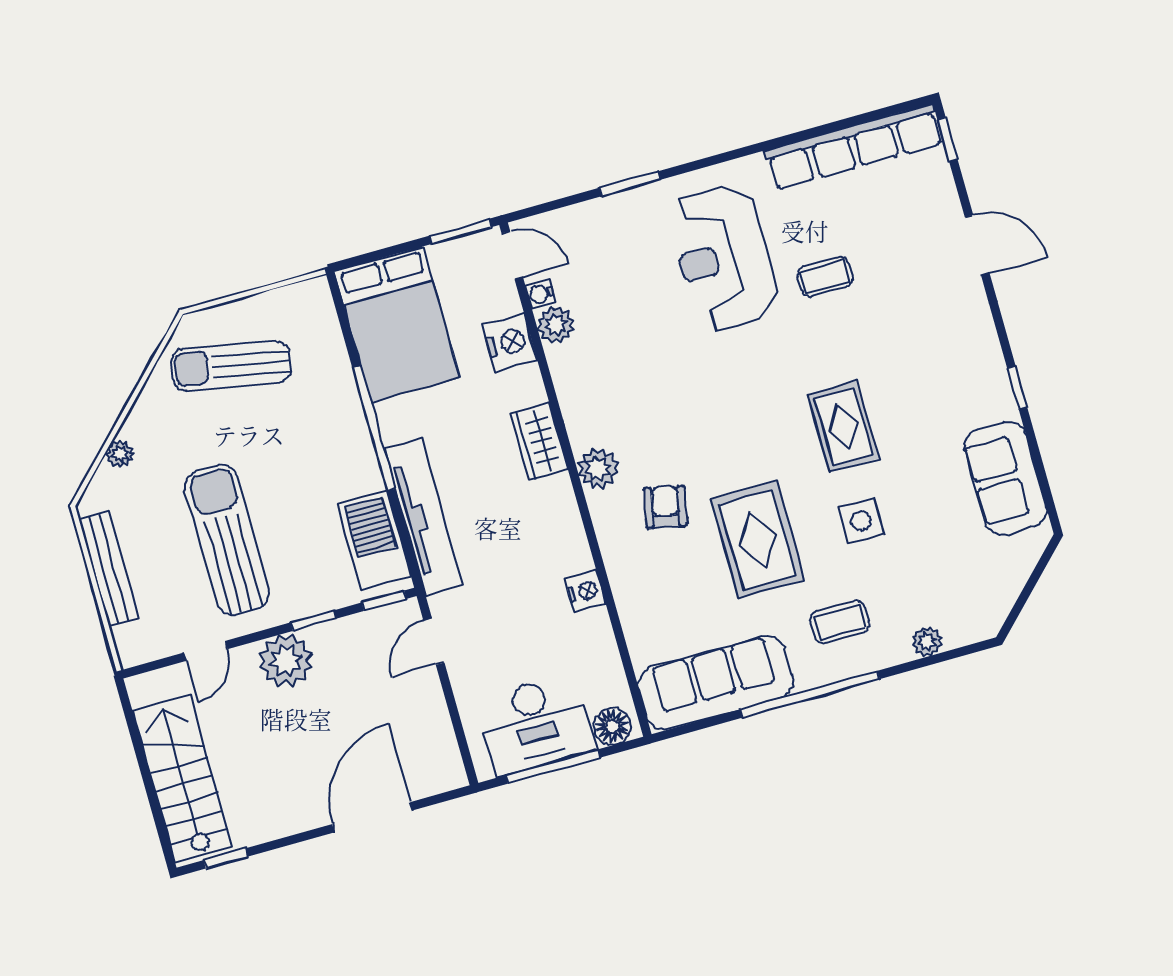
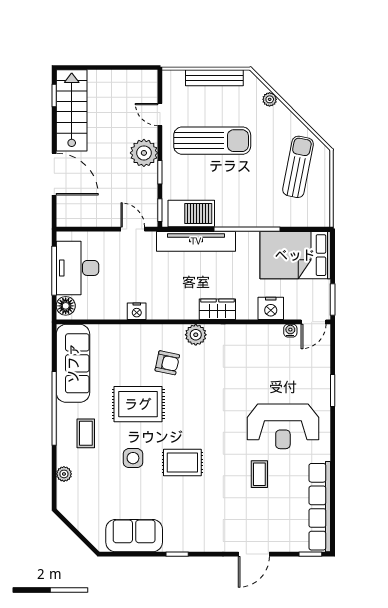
reception desk: (723, 258) -> (283, 426), turned 180
plant: (556, 325) -> (273, 334), removed
stairs: (182, 778) -> (72, 110), moved, turned -90

